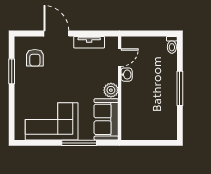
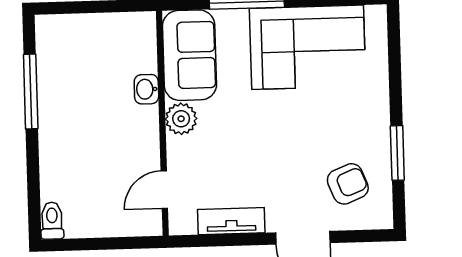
armchair: (35, 58) -> (348, 184), turned 68
washbasin: (127, 75) -> (146, 89), moved
window: (180, 88) -> (31, 91), moved

